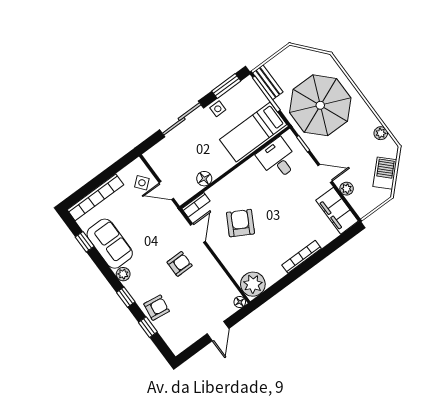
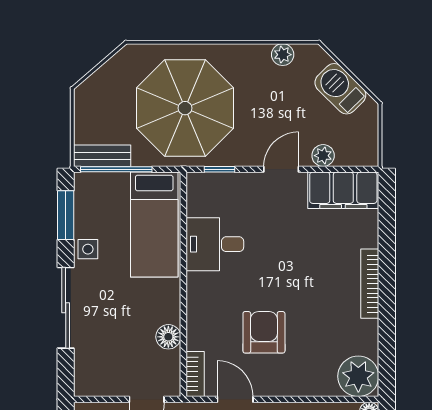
desk: (278, 159) -> (215, 244), moved
armchair: (240, 223) -> (264, 332), turned 61

